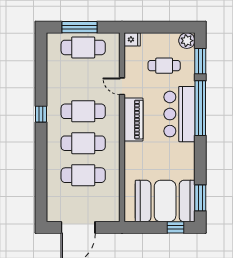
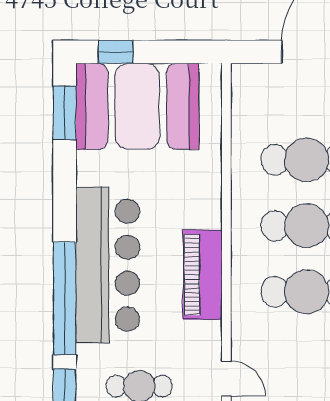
door: (122, 86) -> (226, 378), moved
bar counter: (179, 114) -> (108, 265), width x1.36

